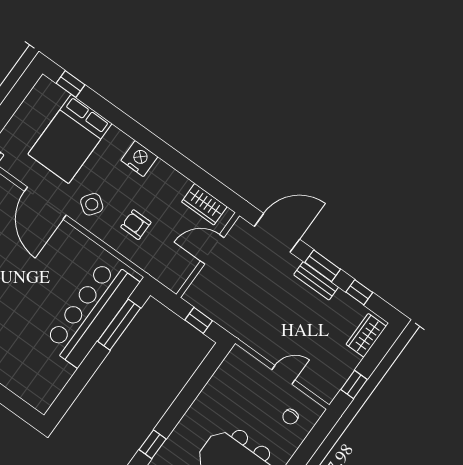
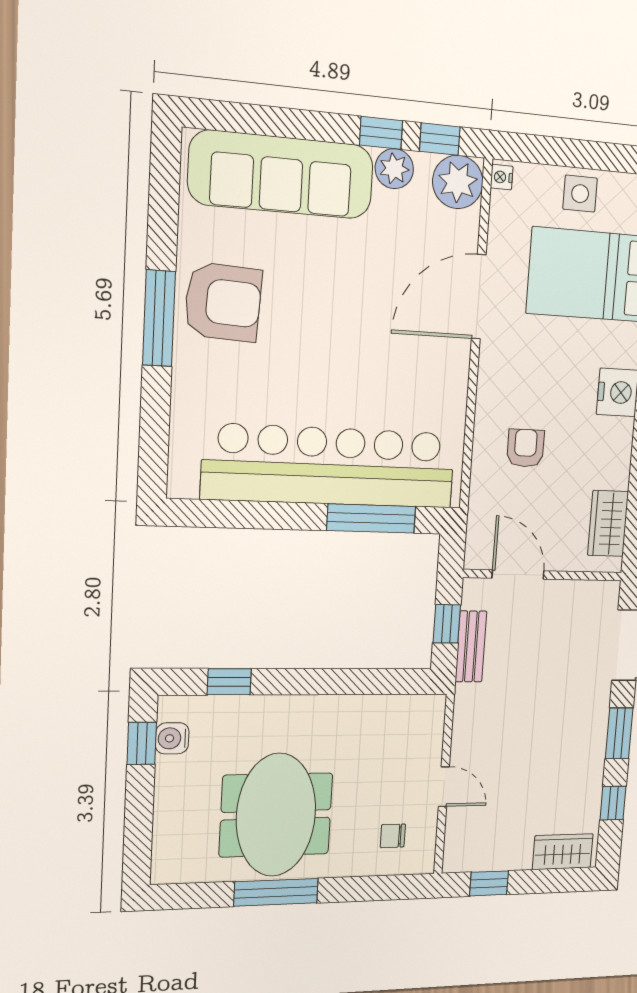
side table: (92, 204) -> (580, 194), moved, turned -36
door: (212, 249) -> (518, 574), moved
bench: (316, 281) -> (471, 646), moved
bar counter: (91, 313) -> (330, 466), width x1.36

